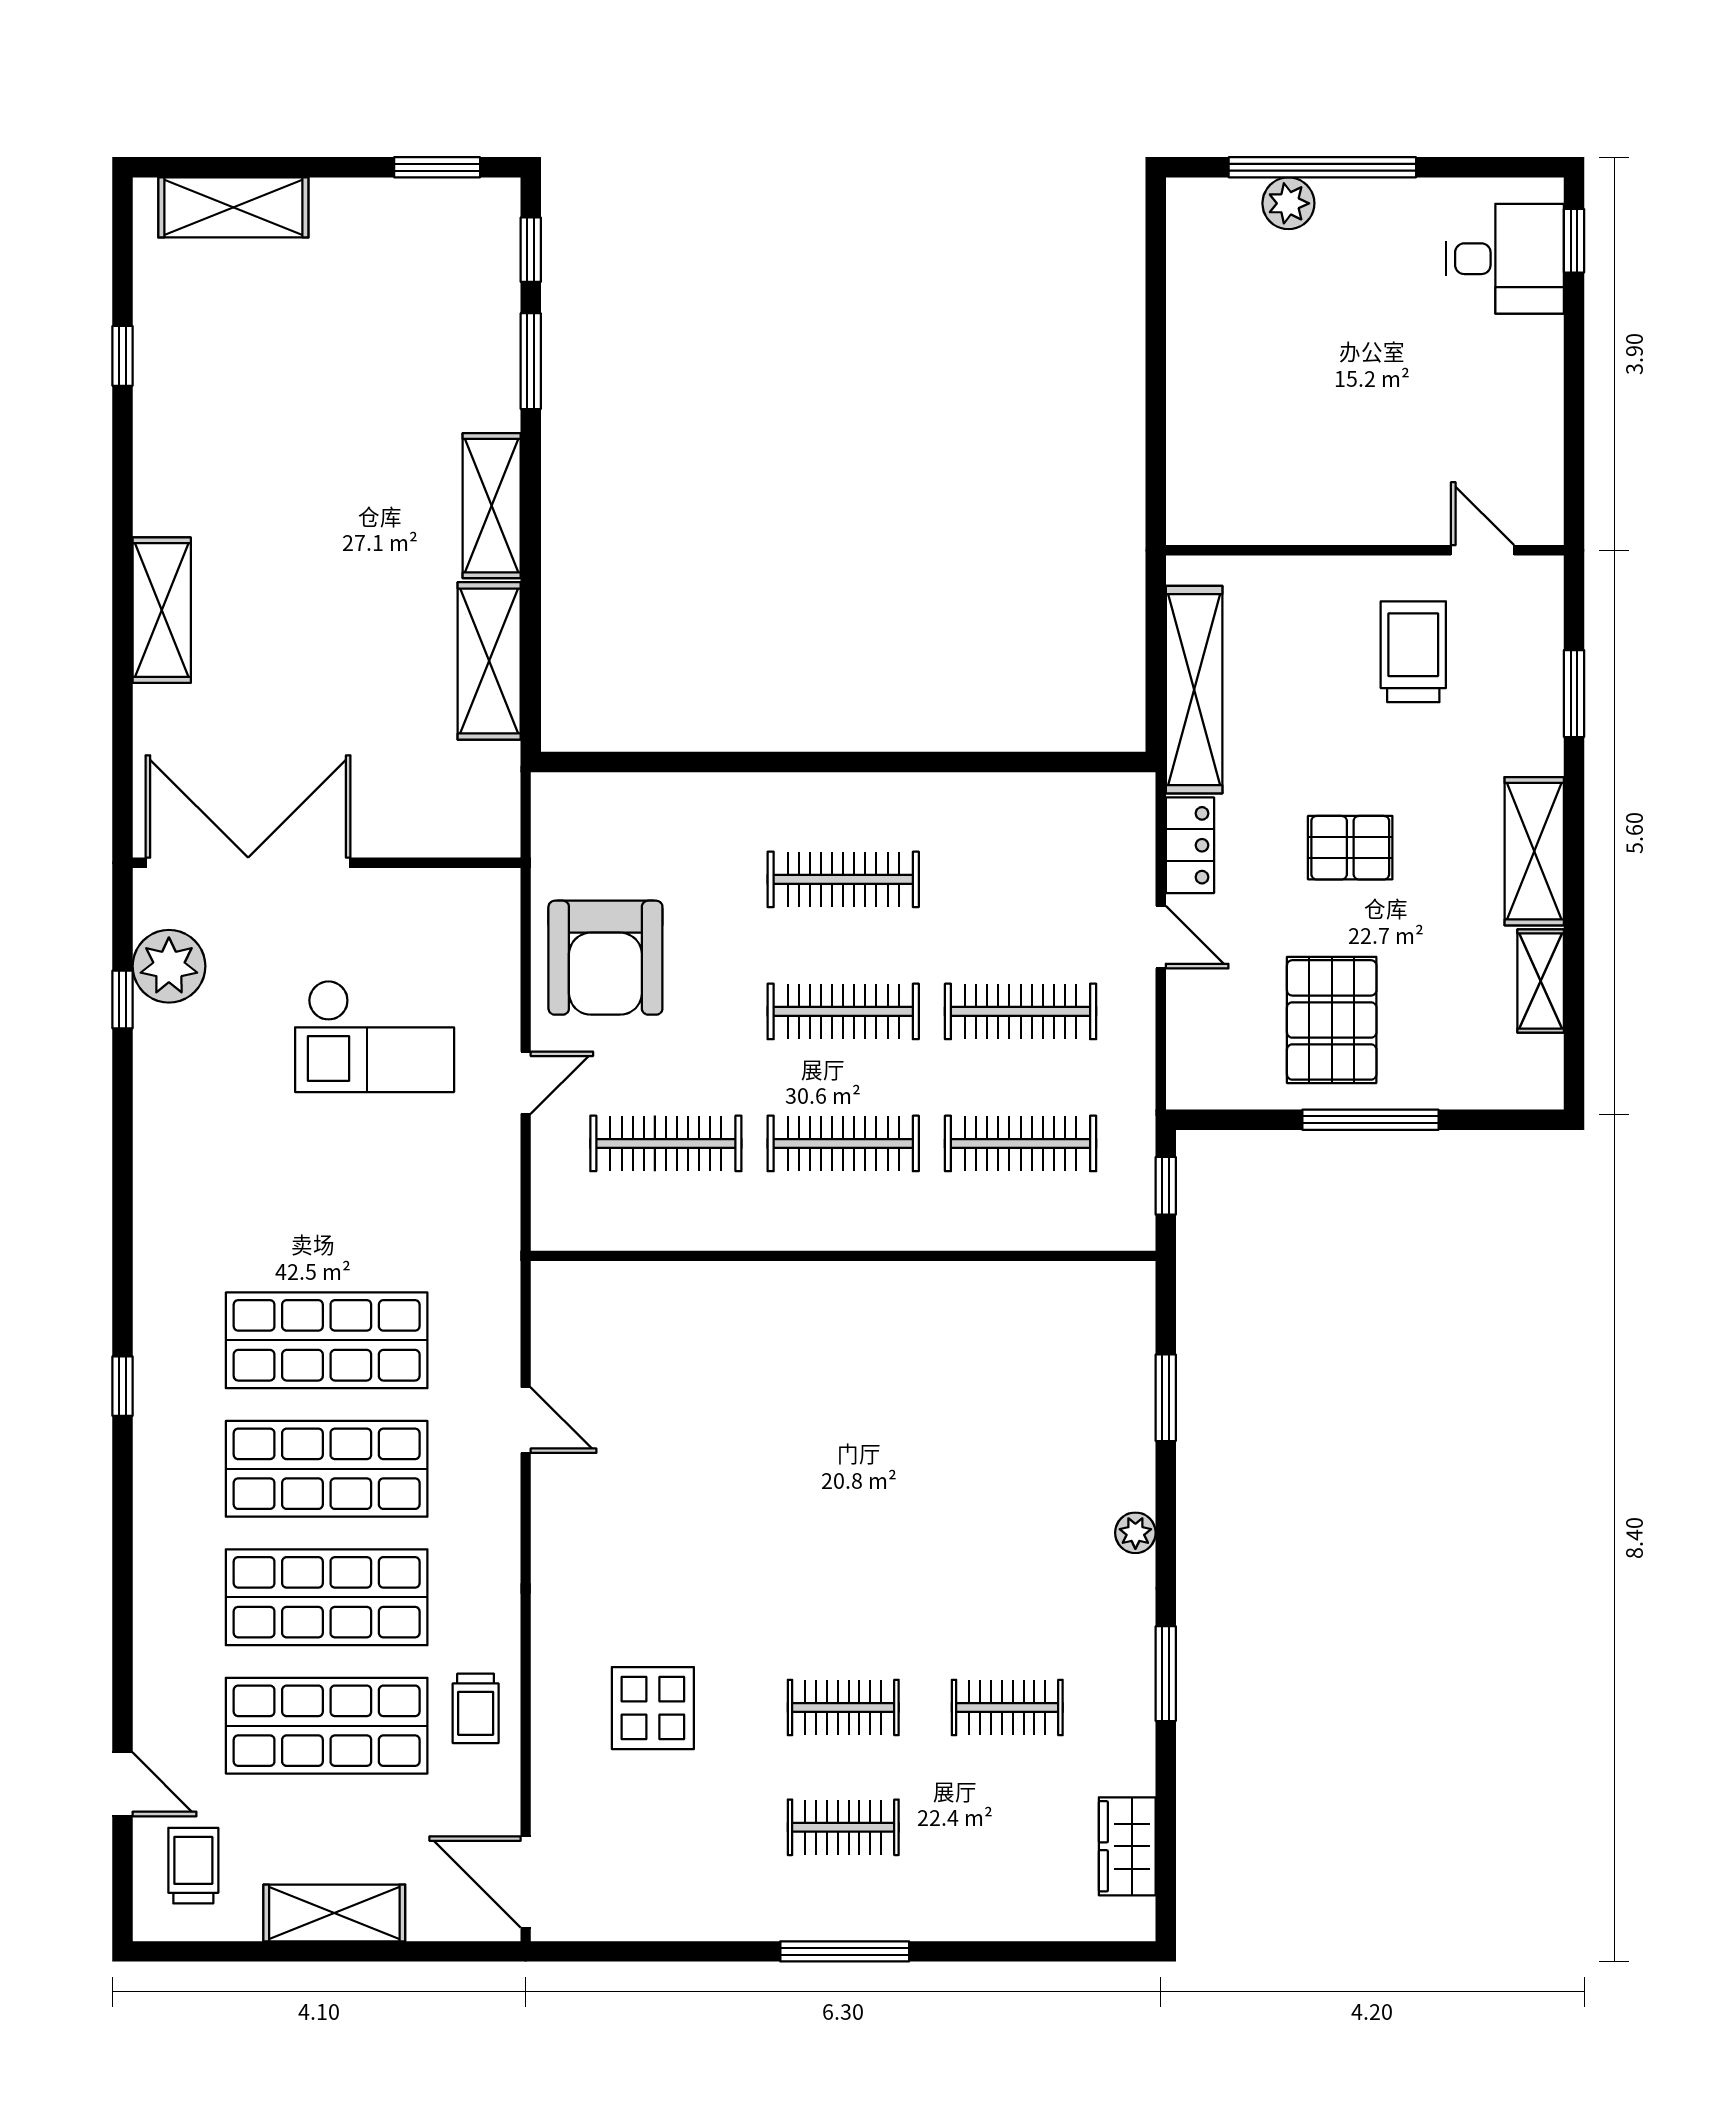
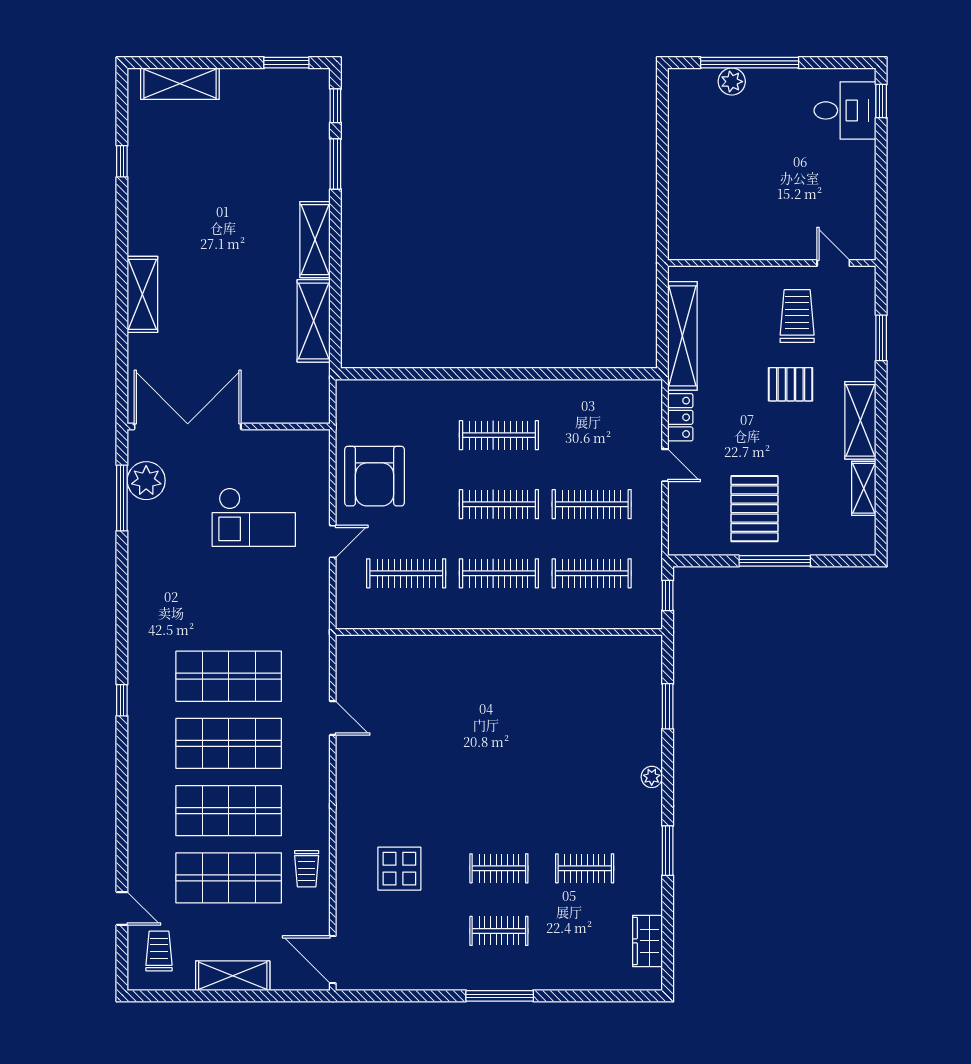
pallet: (1350, 848) -> (791, 384), moved
window: (123, 1000) -> (122, 498), width x2.17

